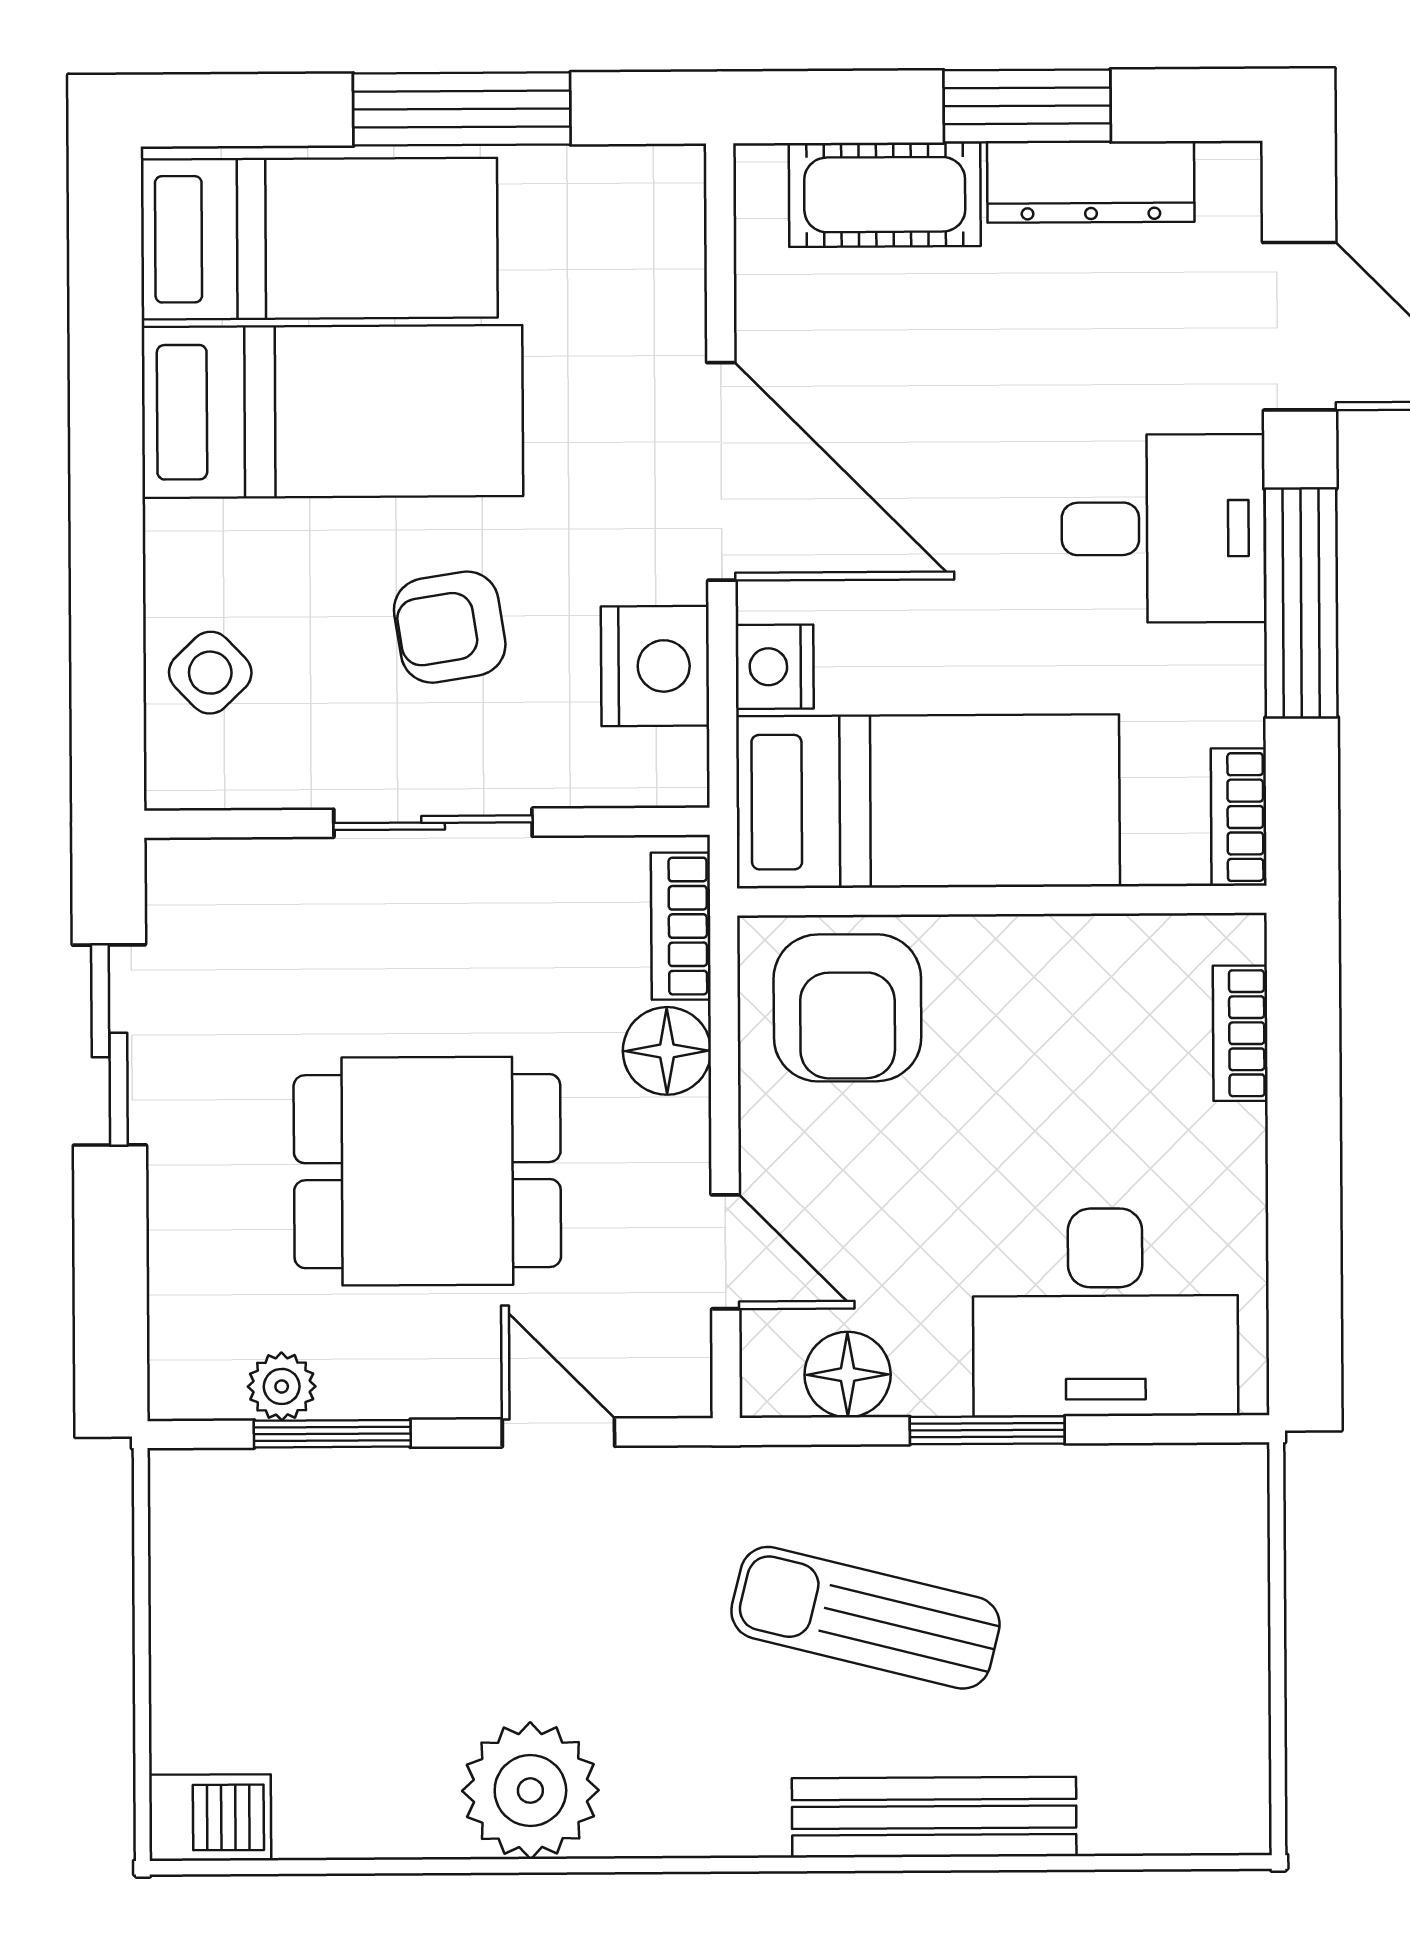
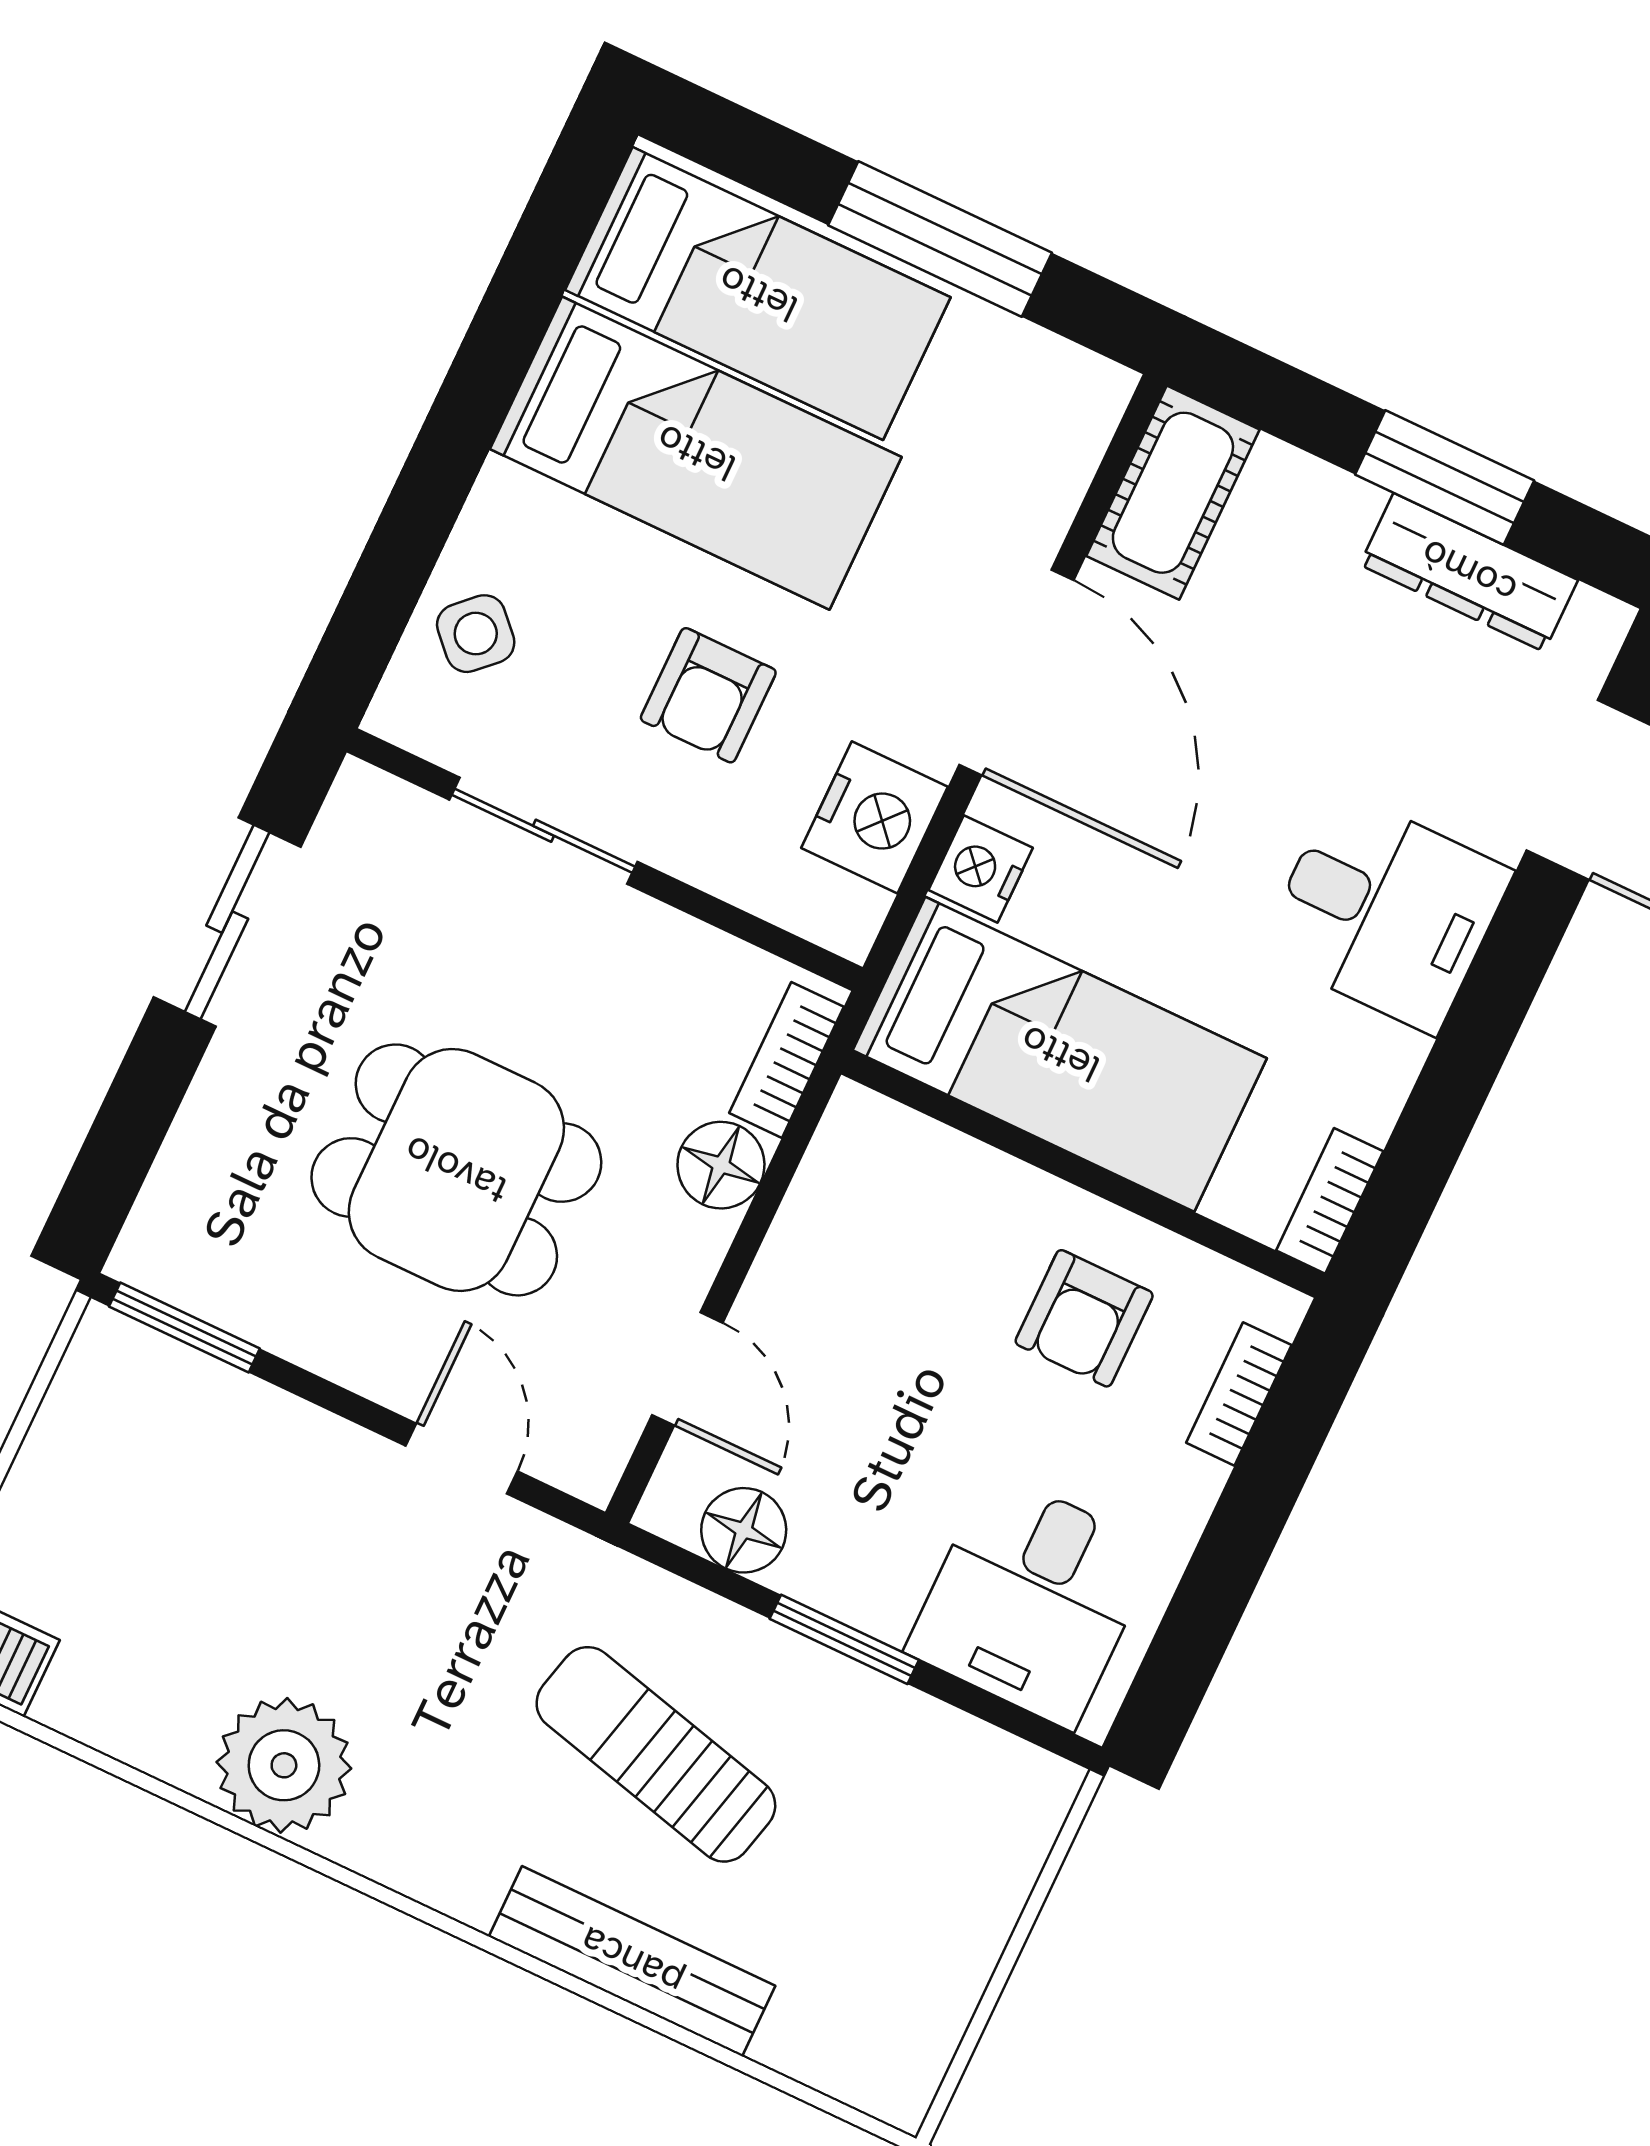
cot: (885, 195) -> (1173, 493), moved, turned 90
window: (1301, 603) -> (1476, 1037), removed
armchair: (450, 627) -> (708, 695), turned -81
sliding door: (433, 823) -> (543, 831), moved
armchair: (847, 1008) -> (1084, 1318), moved, width x0.72, depth x0.72
desk: (1105, 1312) -> (1032, 1600), width x0.73
plant: (282, 1386) -> (235, 1299), removed
window: (332, 1434) -> (184, 1327), moved

